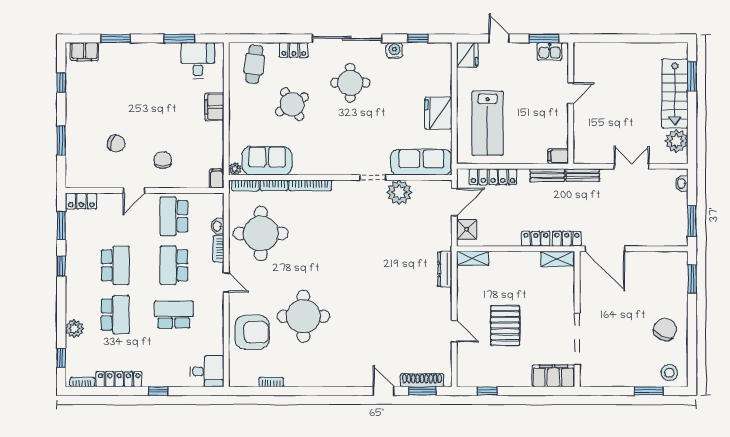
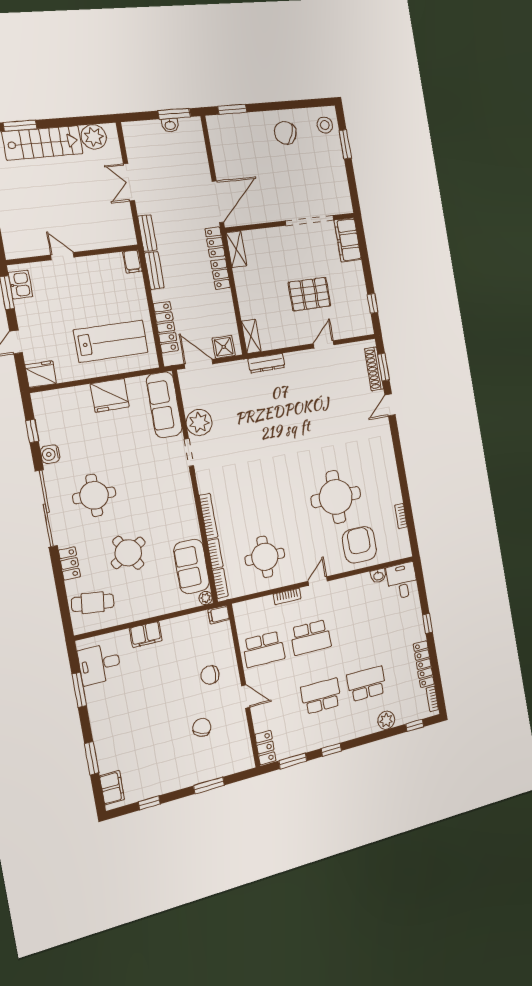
washbasin: (682, 183) -> (170, 125), moved
washbasin: (217, 226) -> (378, 576), moved
round table: (261, 233) -> (265, 557), width x0.73, depth x0.73
school desk: (174, 315) -> (356, 626), removed

